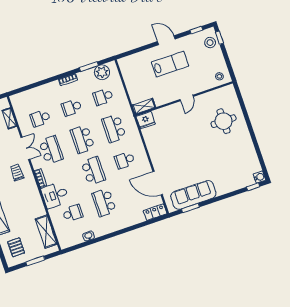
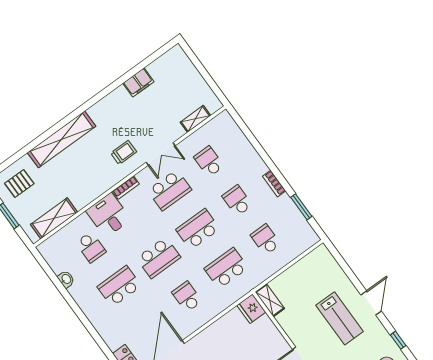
plant: (102, 72) -> (299, 227), removed

